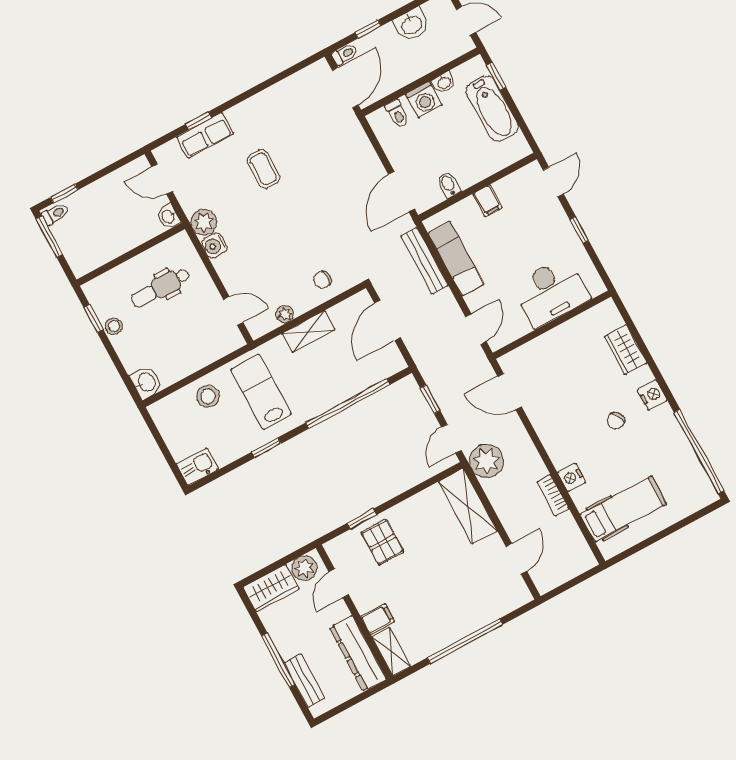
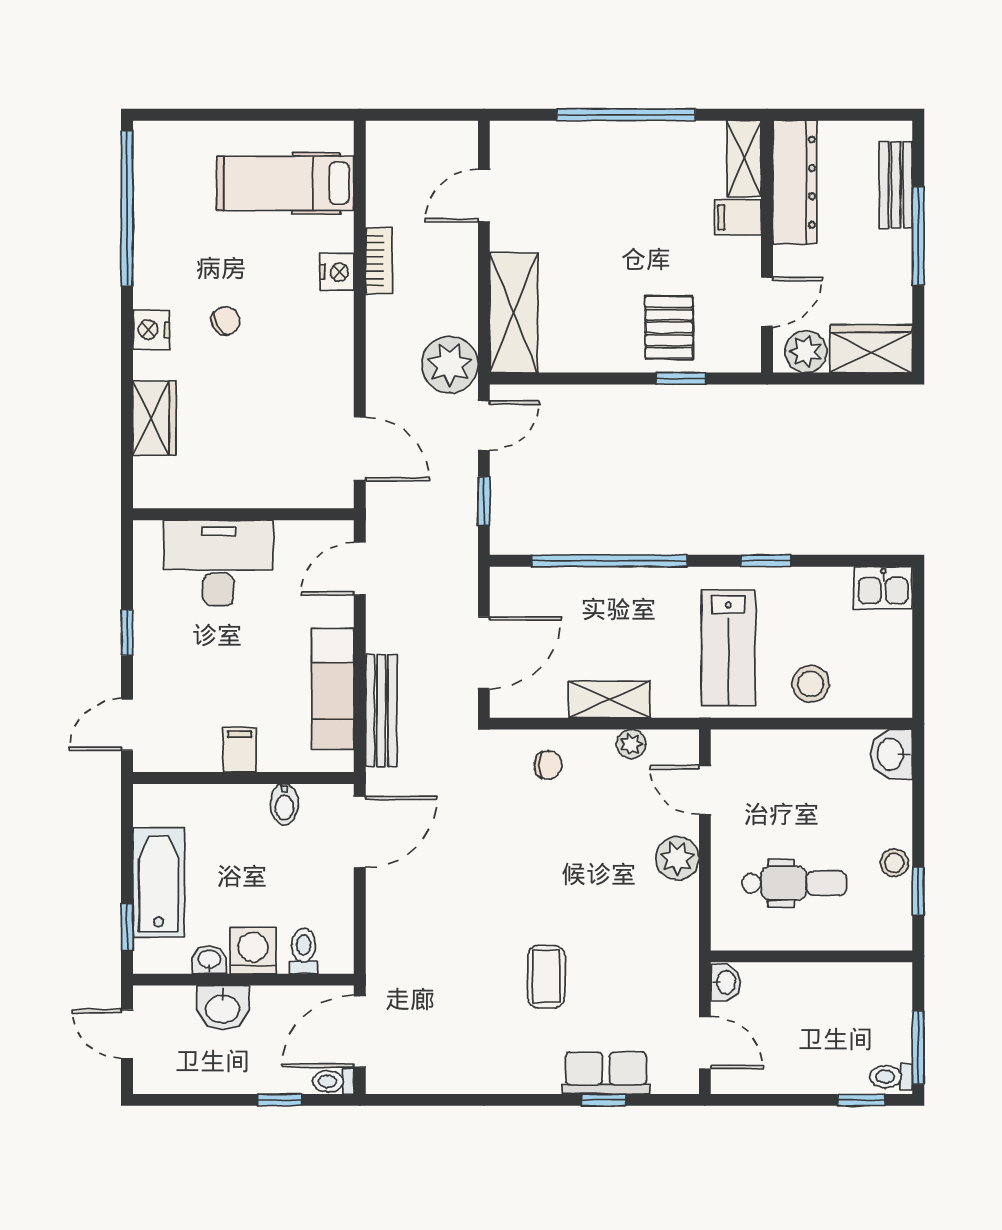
washbasin: (412, 25) -> (223, 1008), moved, turned 180
plant: (204, 222) -> (677, 858), moved
water cooler: (214, 246) -> (681, 902), removed

